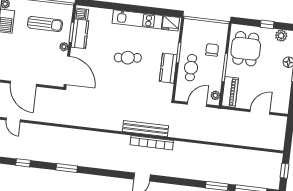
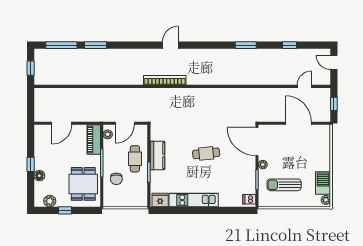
kitchen counter: (80, 34) -> (249, 179), removed
cafe table: (128, 58) -> (206, 153), moved
door: (13, 120) -> (304, 86), hinge flipped
bench: (145, 129) -> (173, 93), removed

